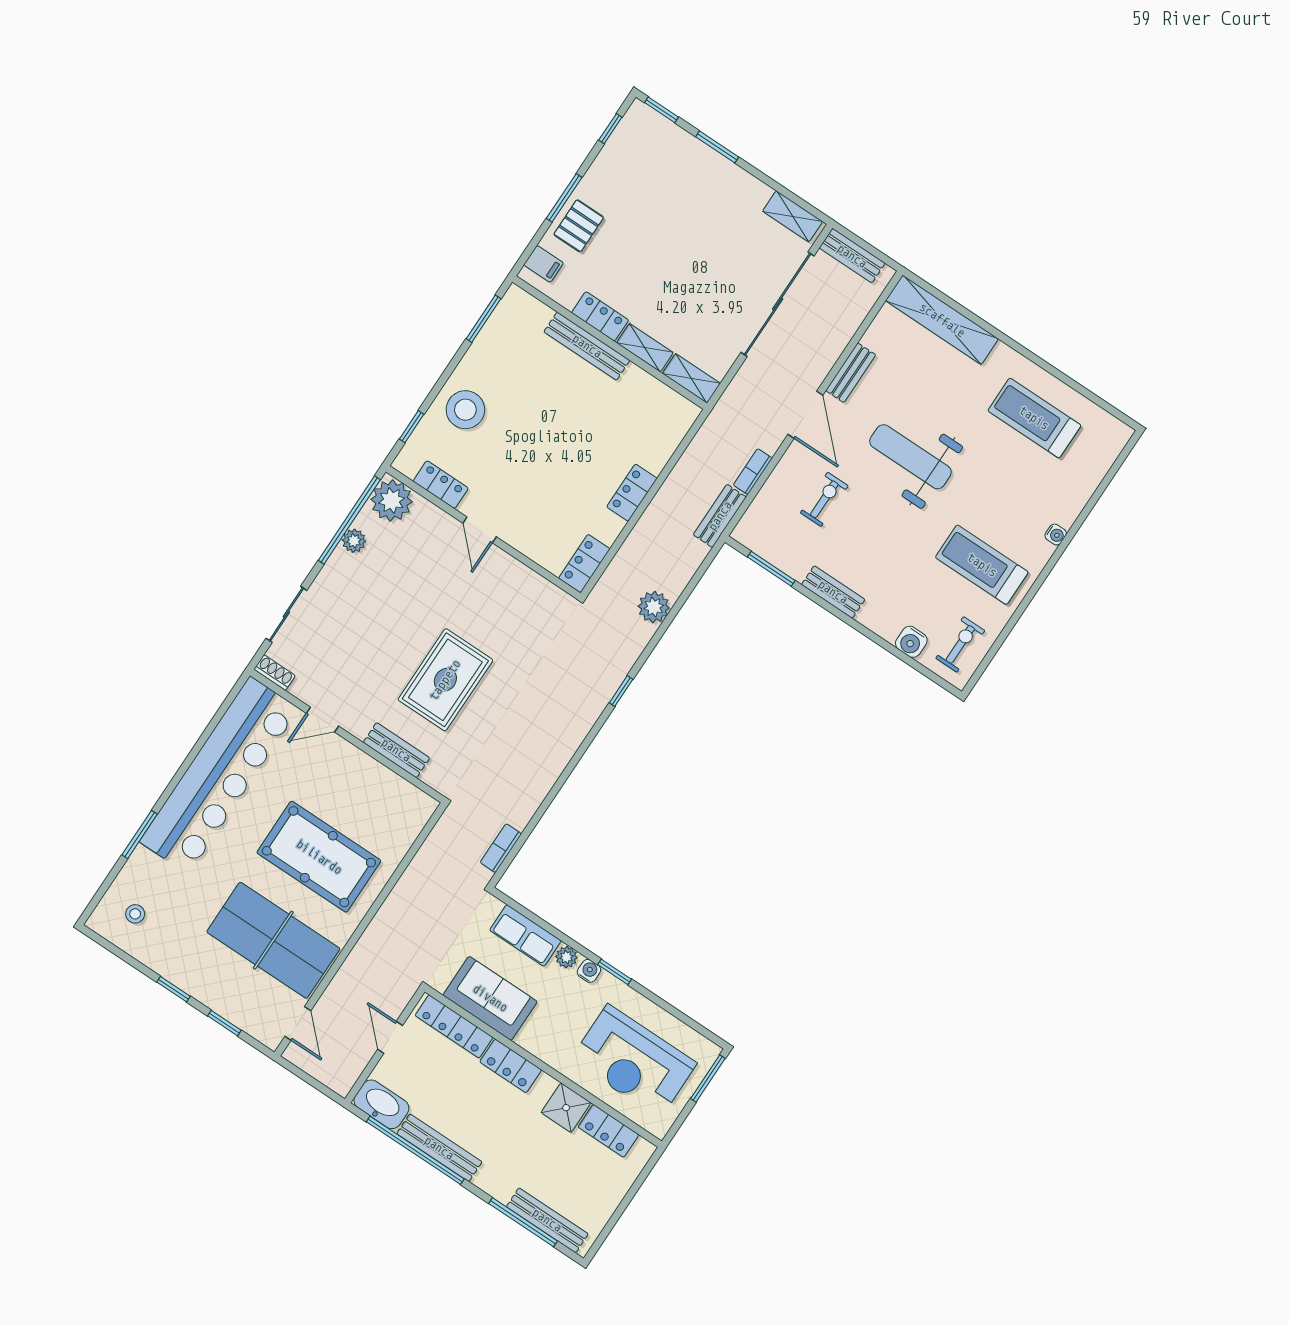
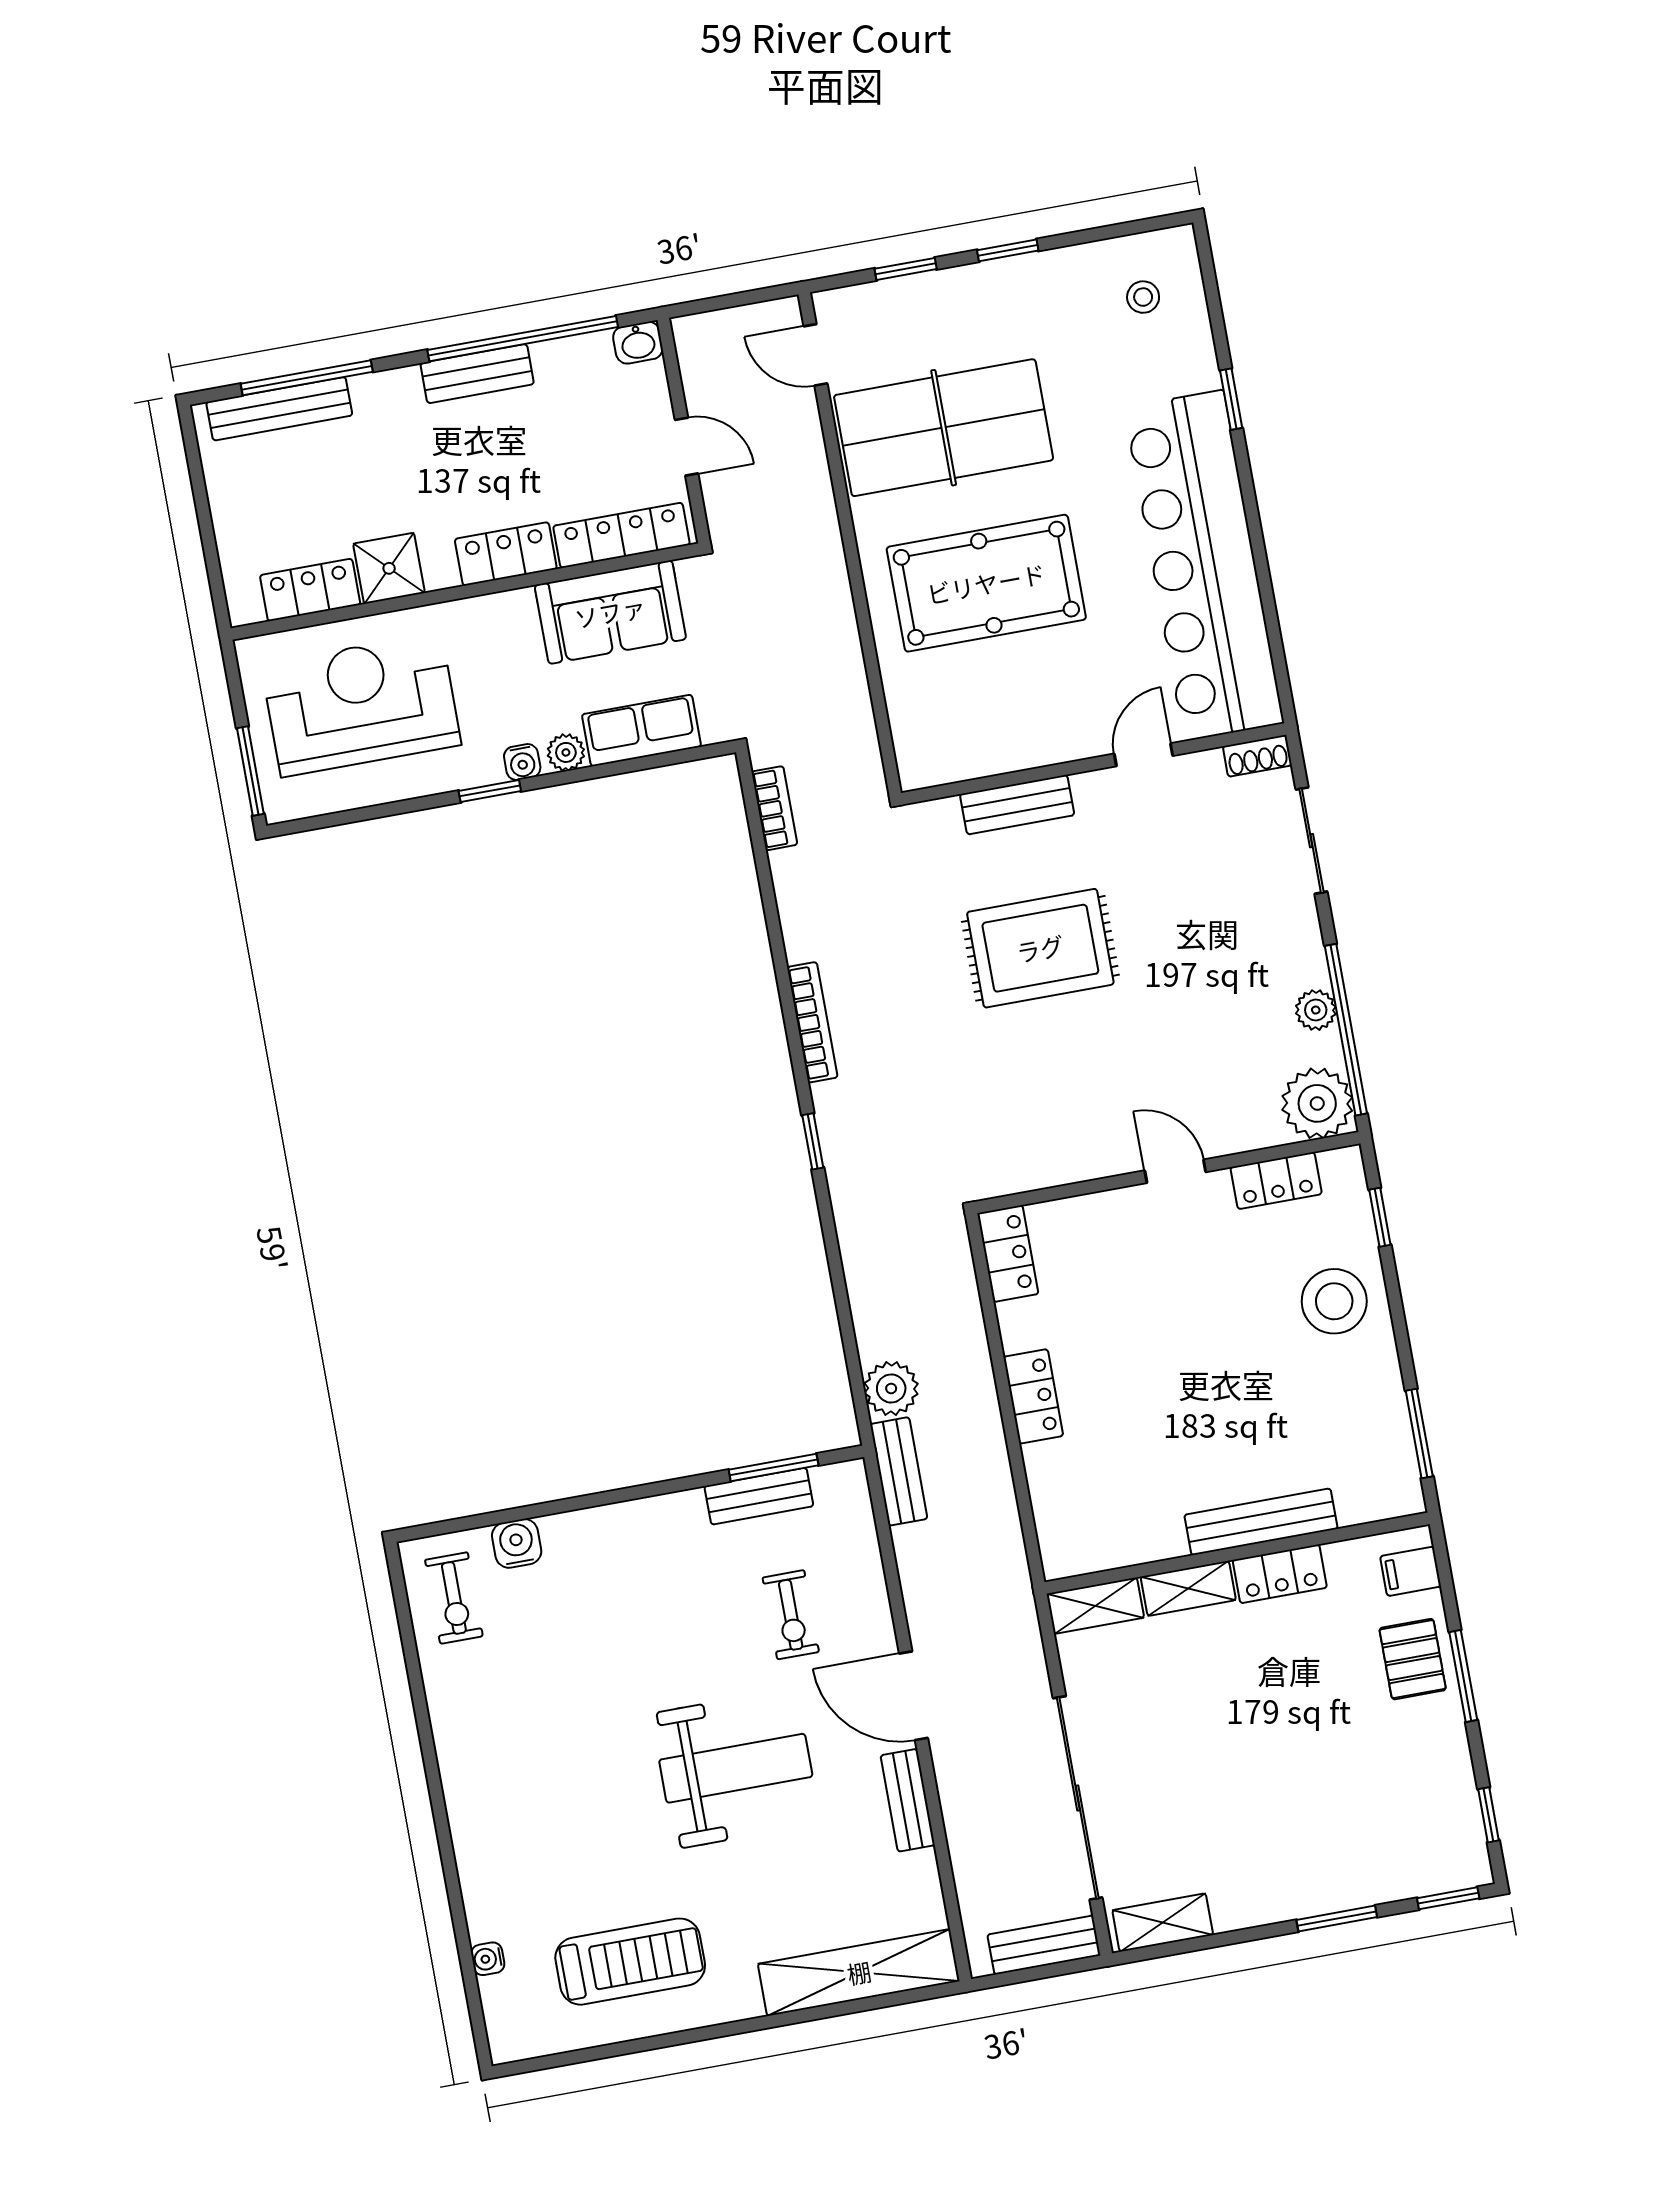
bookcase: (753, 472) -> (812, 1022), moved, width x1.56
water cooler: (1056, 534) -> (488, 1959), moved
treadmill: (982, 565) -> (522, 1721), removed
bench: (833, 592) -> (759, 1496), moved
plant: (654, 607) -> (891, 1389), moved
rug: (445, 680) -> (1040, 948), turned 90
window: (140, 835) -> (1231, 399), width x0.67
washbasin: (381, 1104) -> (638, 343), width x0.52, depth x0.69
bench: (439, 1148) -> (477, 374), width x0.73

